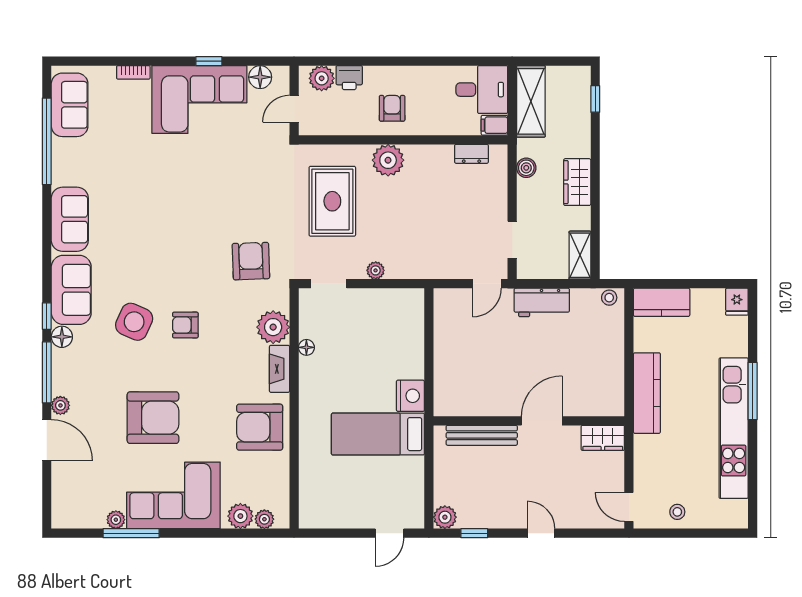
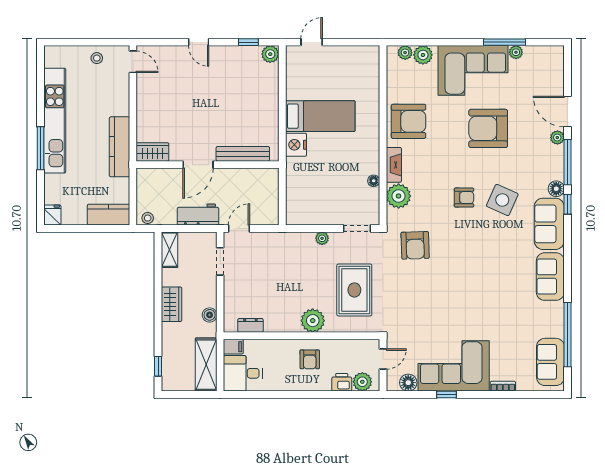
wall: (529, 421) -> (208, 165), moved
door: (542, 421) -> (198, 165), moved
bench: (482, 435) -> (243, 154), moved
wardrobe: (603, 438) -> (152, 152), moved

